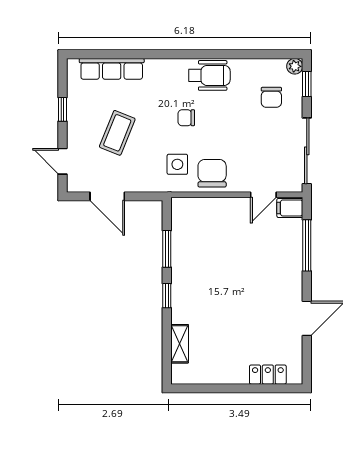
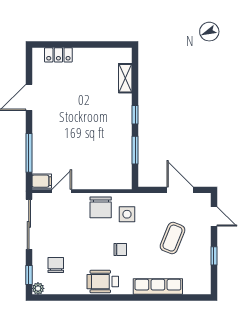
row of seats: (112, 69) -> (158, 287), moved

